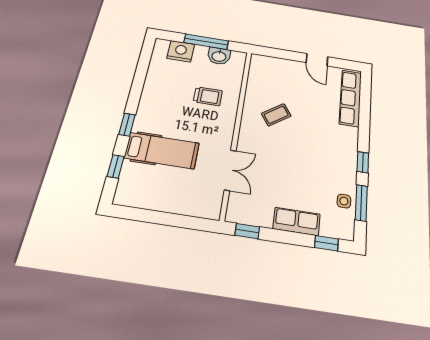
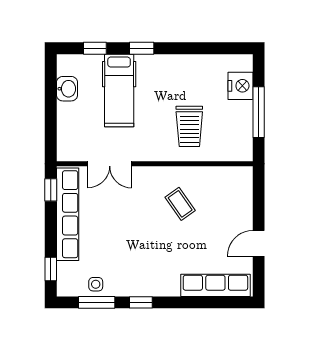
washbasin: (219, 56) -> (67, 89), moved, turned 180
trolley: (208, 96) -> (189, 126), width x1.36, depth x1.39
row of seats: (297, 221) -> (68, 214), width x2.02

